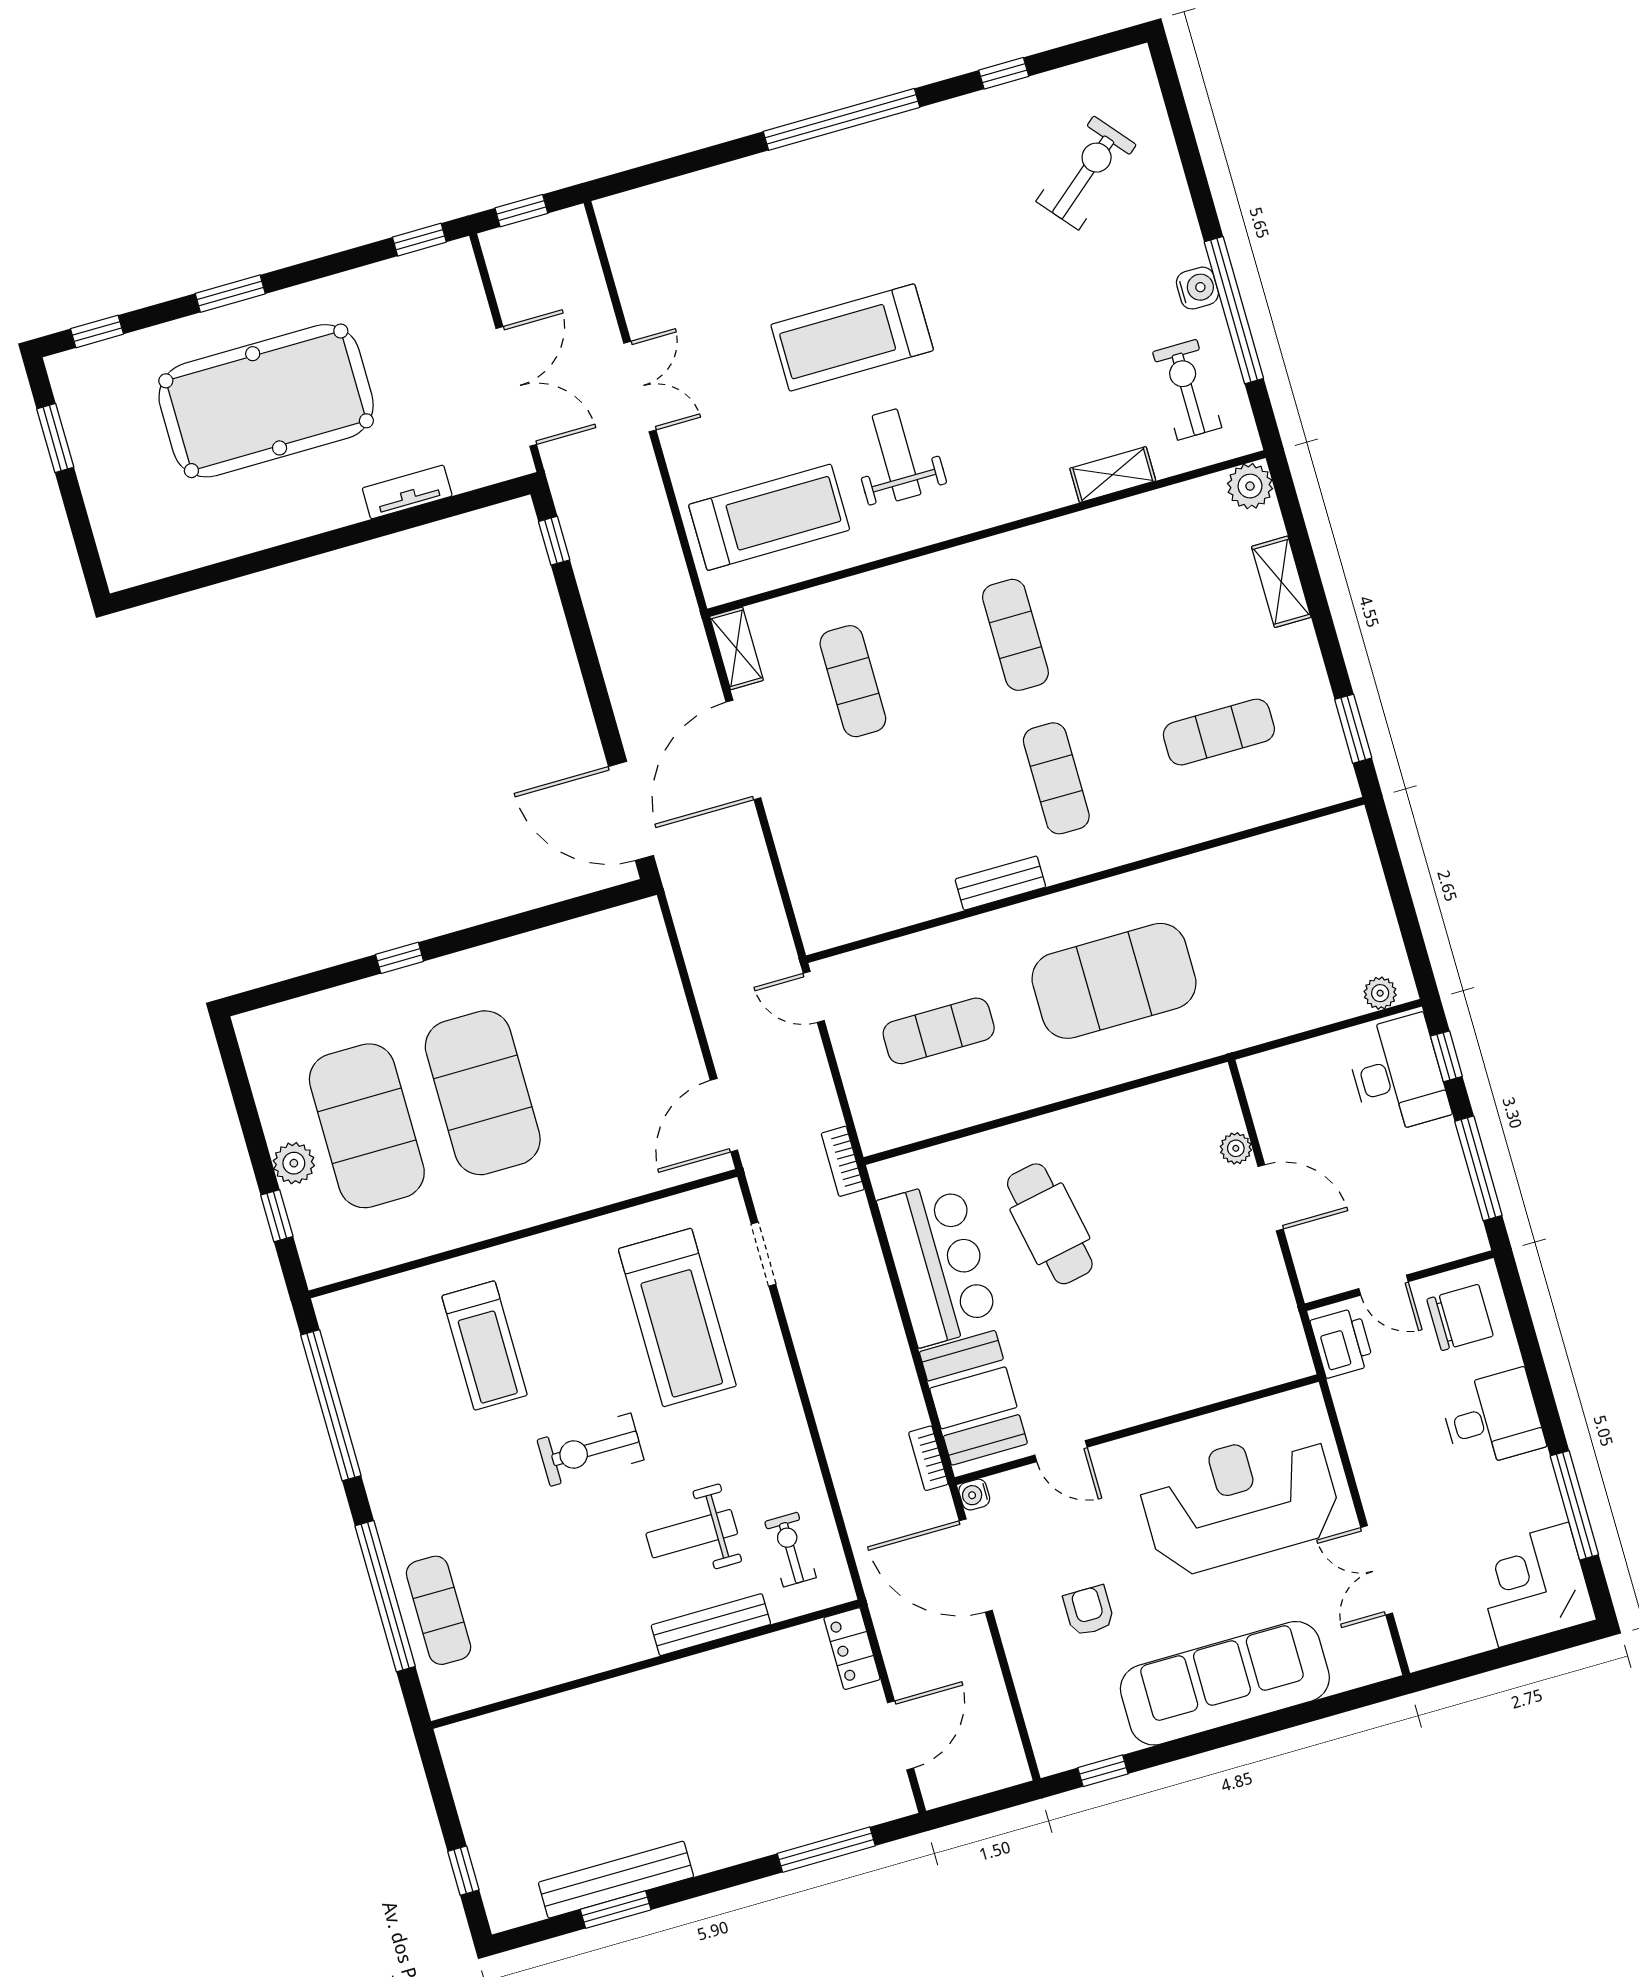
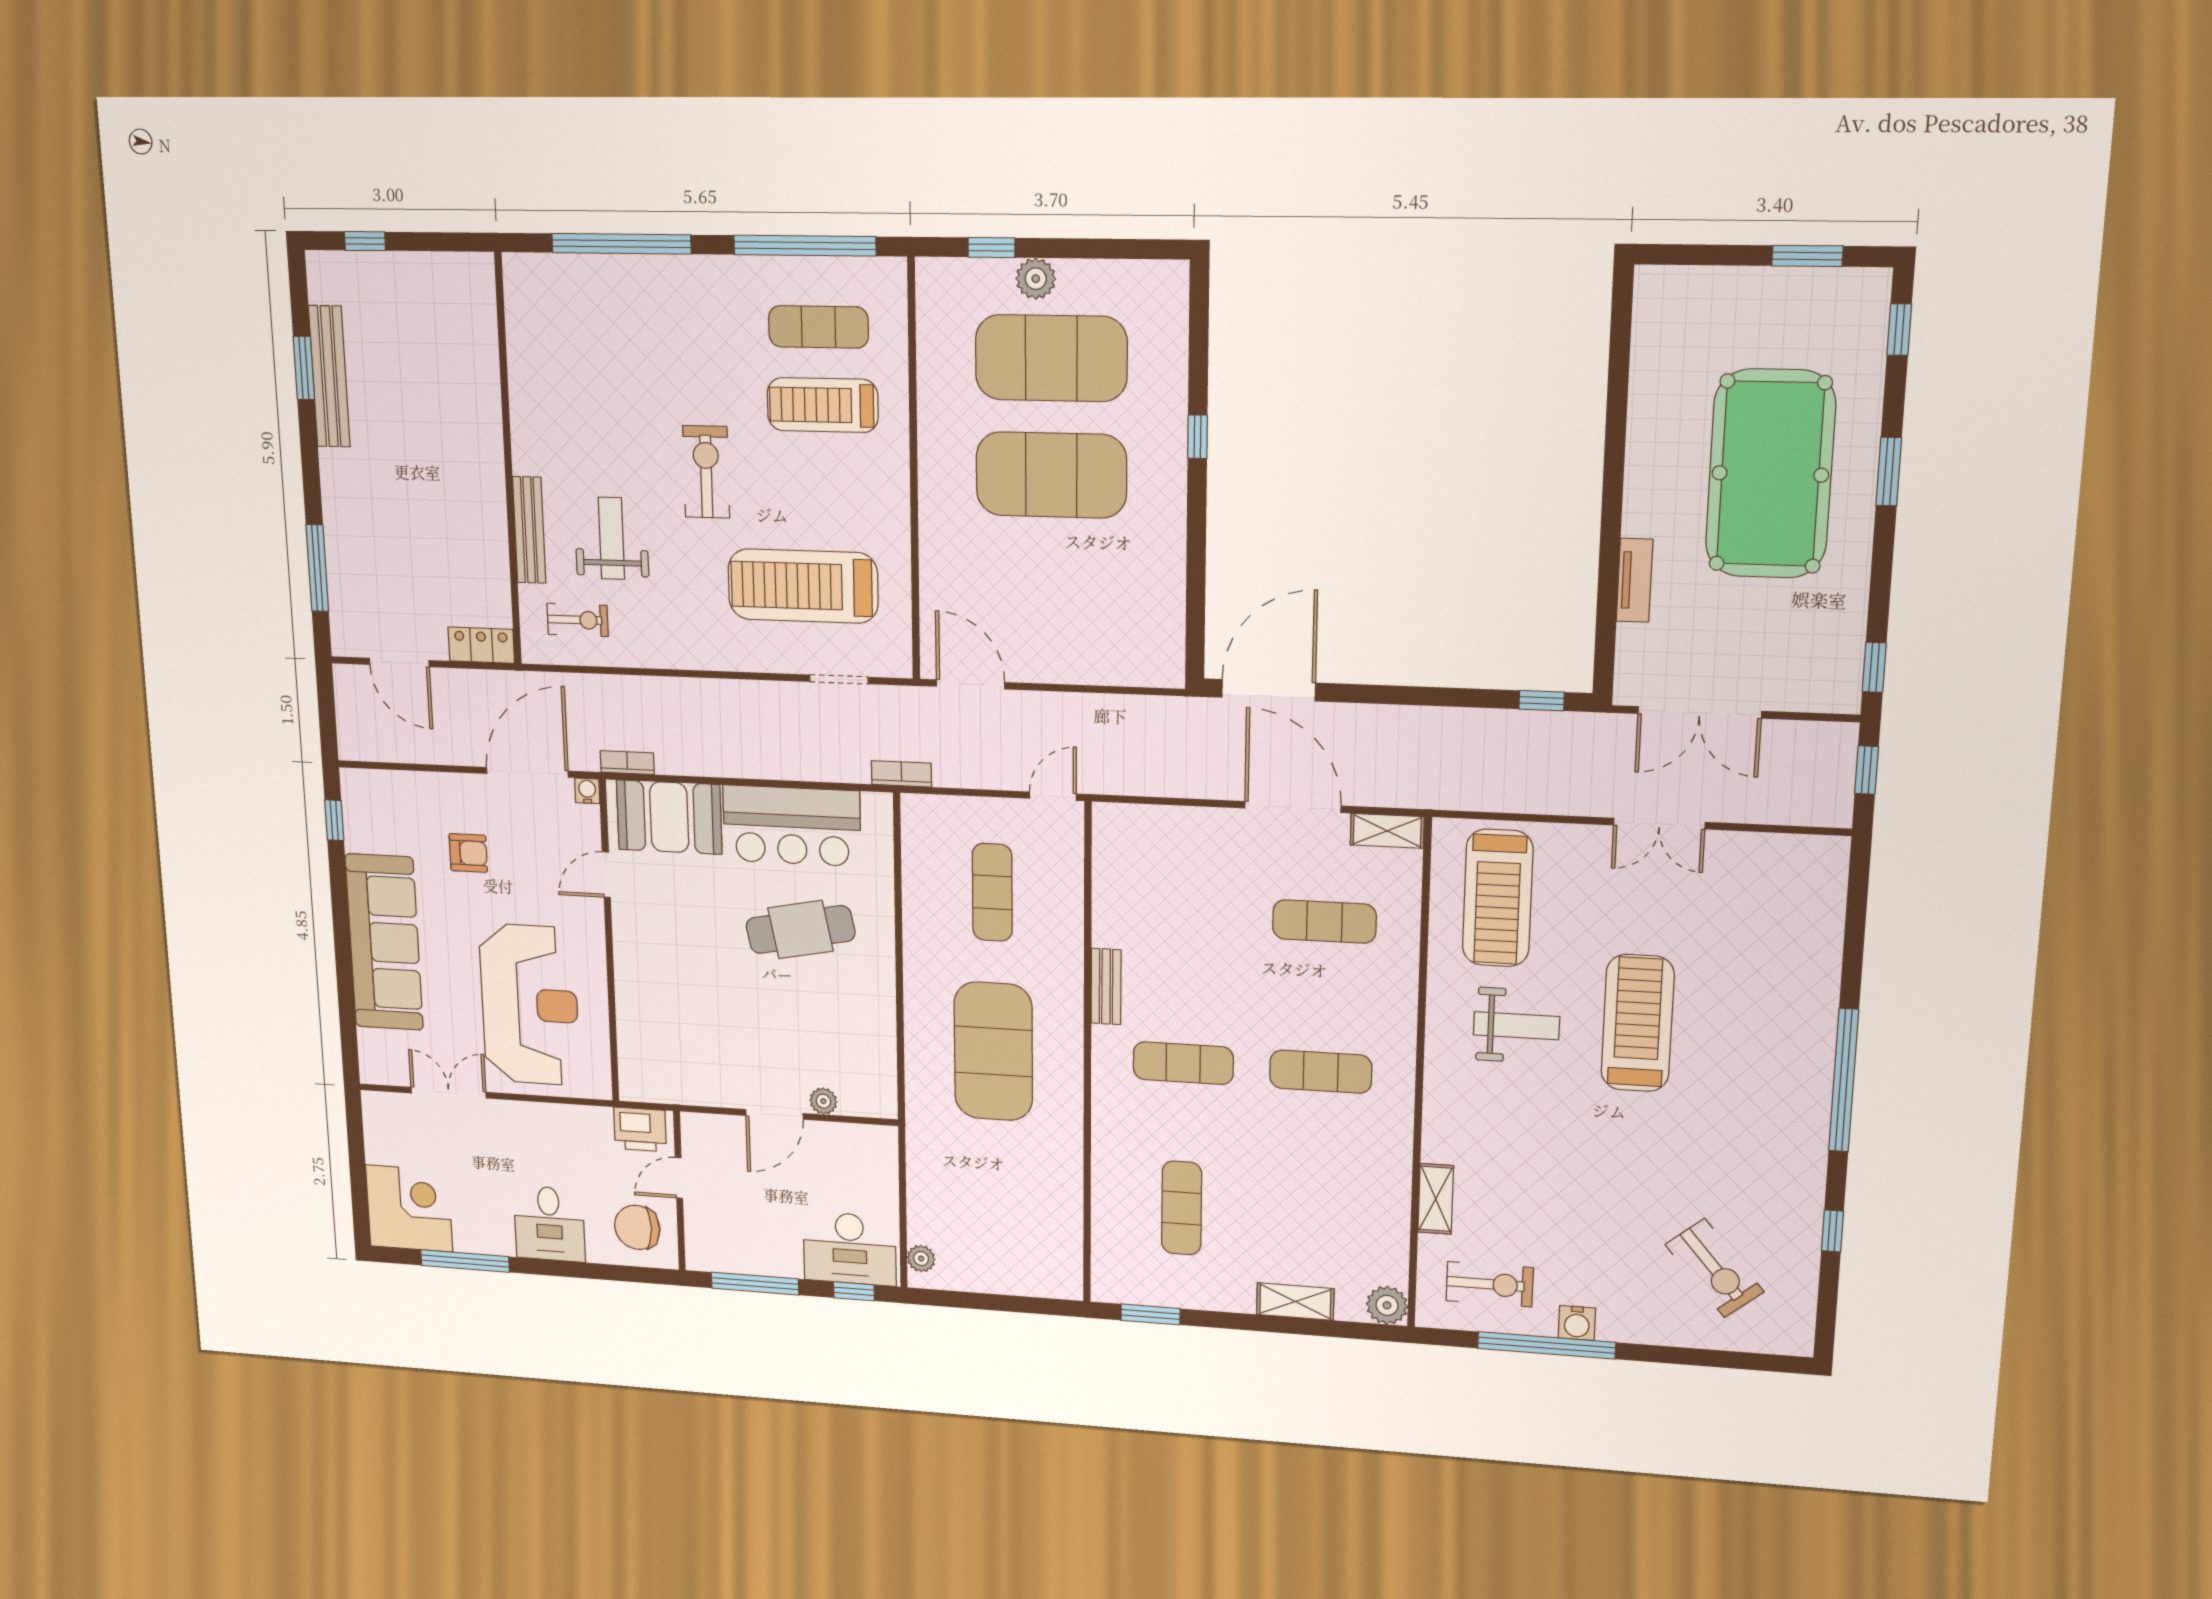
chair: (1460, 1317) -> (637, 1227), turned 90
exercise mat: (439, 1610) -> (818, 327), moved

